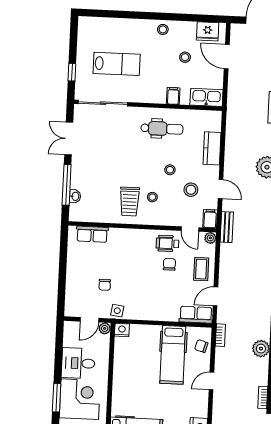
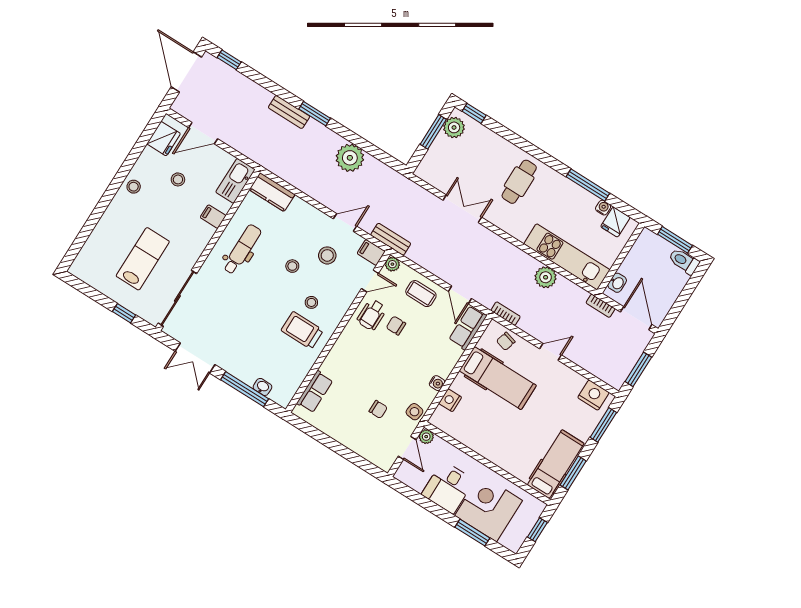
kitchen counter: (212, 148) -> (272, 192), moved
trolley: (130, 202) -> (302, 330), turned 180
water cooler: (146, 315) -> (437, 383), added
nightstand: (122, 330) -> (450, 400), moved
door: (211, 381) -> (550, 352), swing flipped

